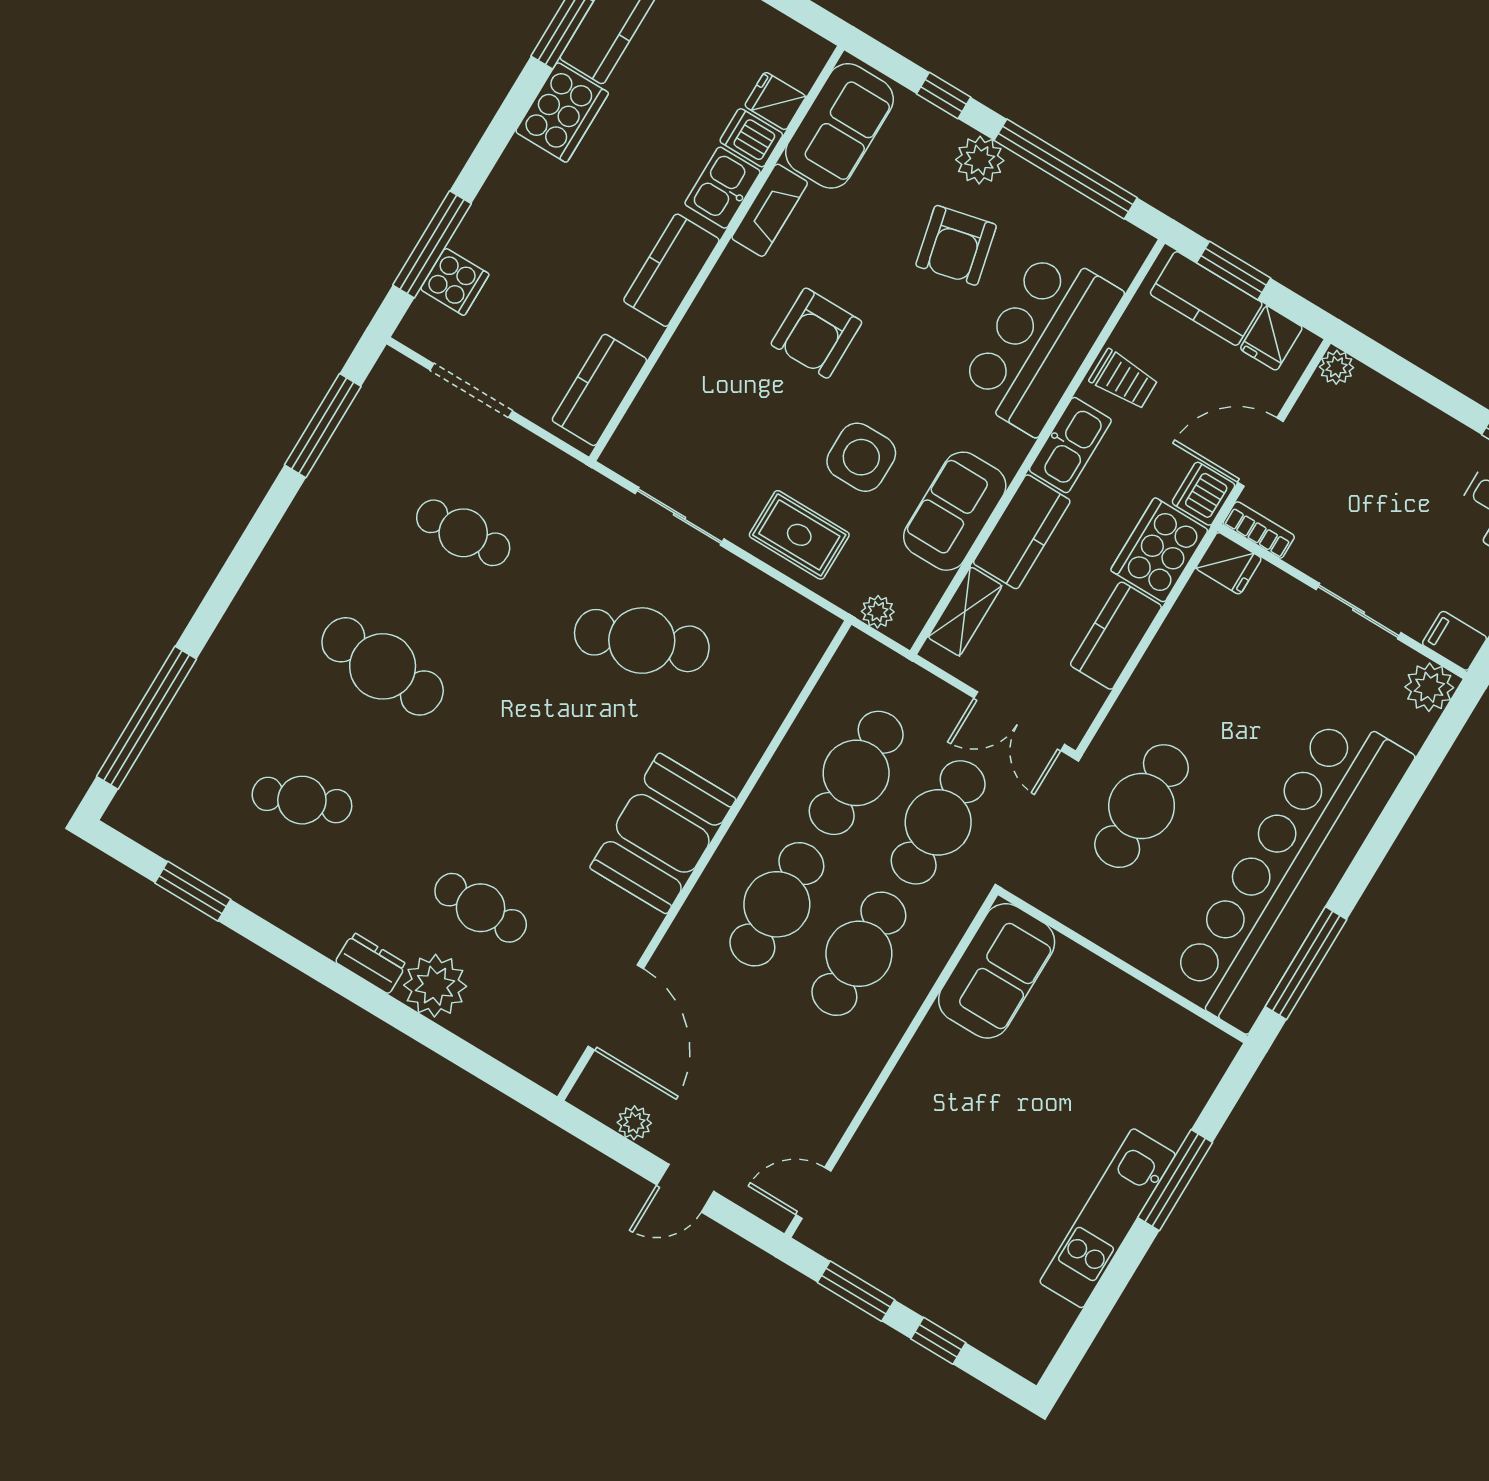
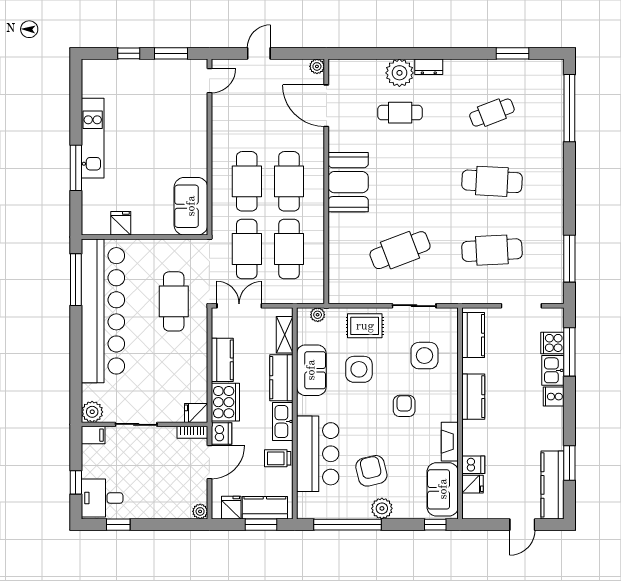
window: (944, 95) -> (435, 525), moved
cooker: (562, 112) -> (554, 397), moved, width x0.53, depth x0.76
kitchen sink: (723, 188) -> (553, 370), moved, turned 180
armchair: (816, 333) -> (404, 406), width x0.72, depth x0.72
side table: (718, 407) -> (424, 356), added
cafe table: (463, 533) -> (492, 250), width x1.37, depth x1.35
fridge: (1153, 1020) -> (121, 223), added
plant: (634, 1123) -> (317, 66), moved

